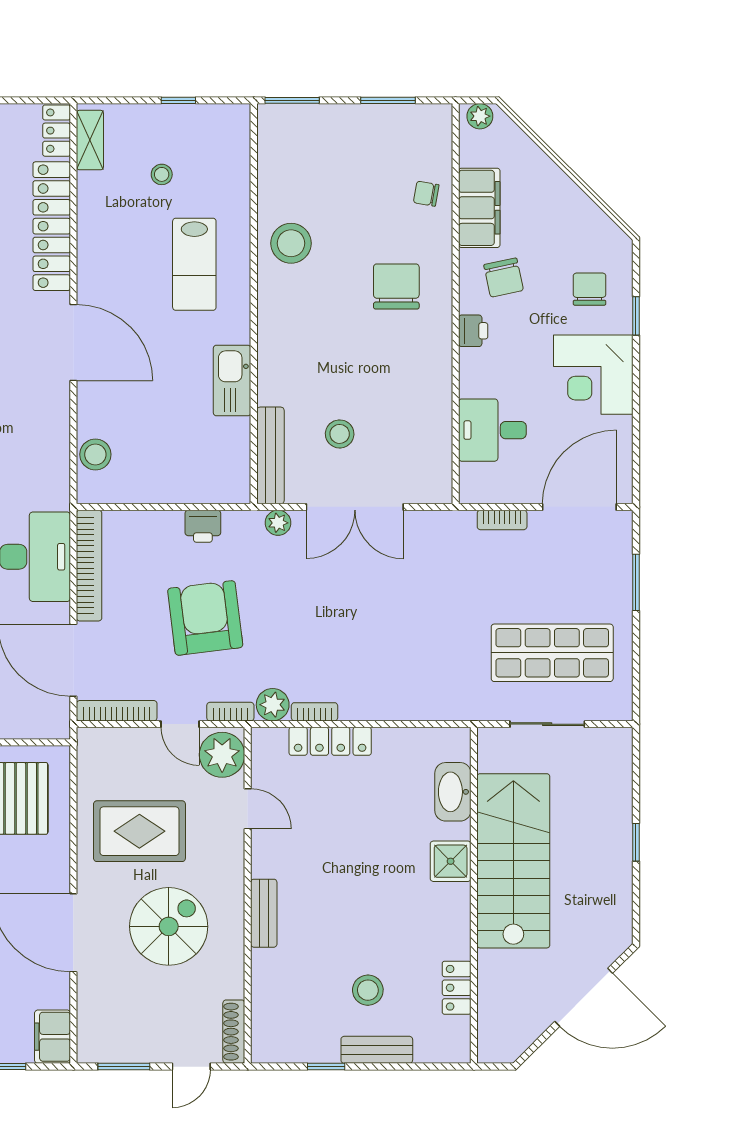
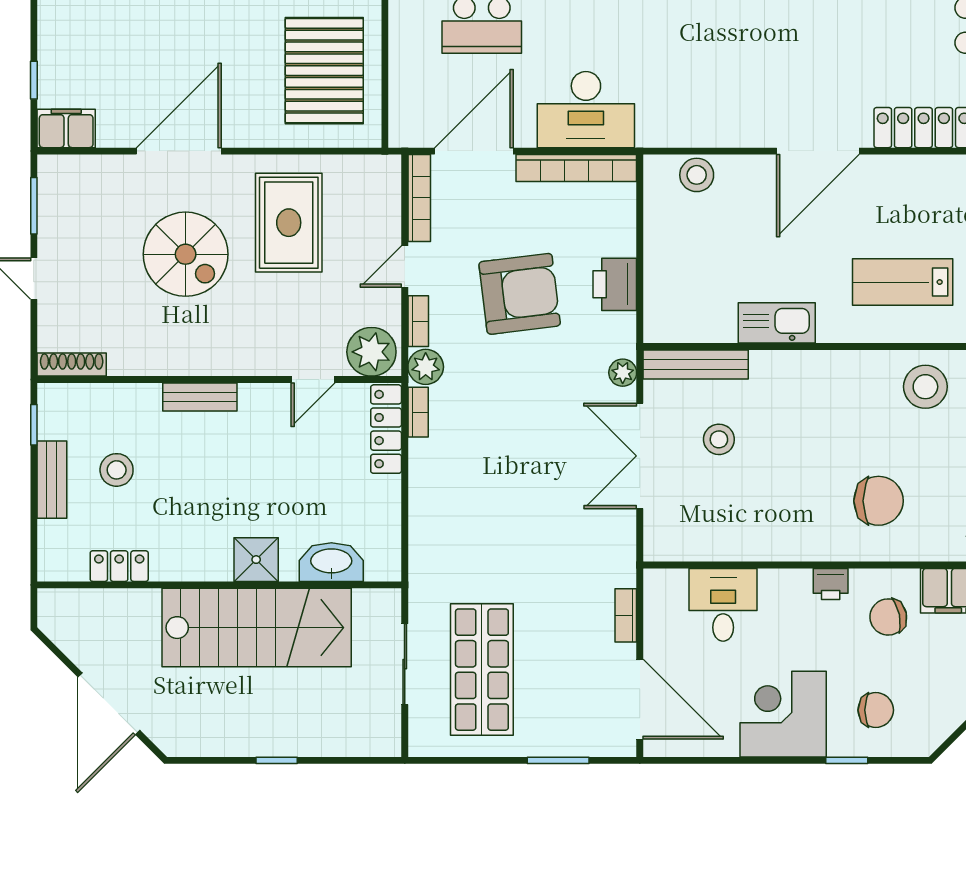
printer: (203, 526) -> (615, 284), width x1.36, depth x1.24
plant: (222, 755) -> (371, 352), moved
door: (248, 809) -> (313, 380), moved
wall: (248, 895) -> (219, 380), moved
bench: (264, 913) -> (200, 397), moved
shoe rack: (234, 1032) -> (72, 365), moved

